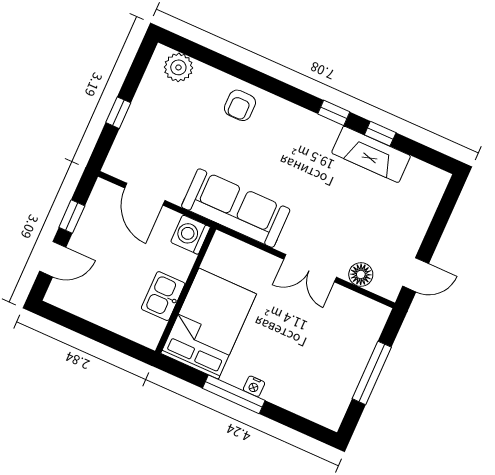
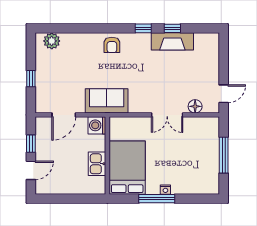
armchair: (240, 105) -> (112, 45), moved
door: (145, 194) -> (64, 115), hinge flipped
sofa: (236, 208) -> (107, 101), width x0.73

